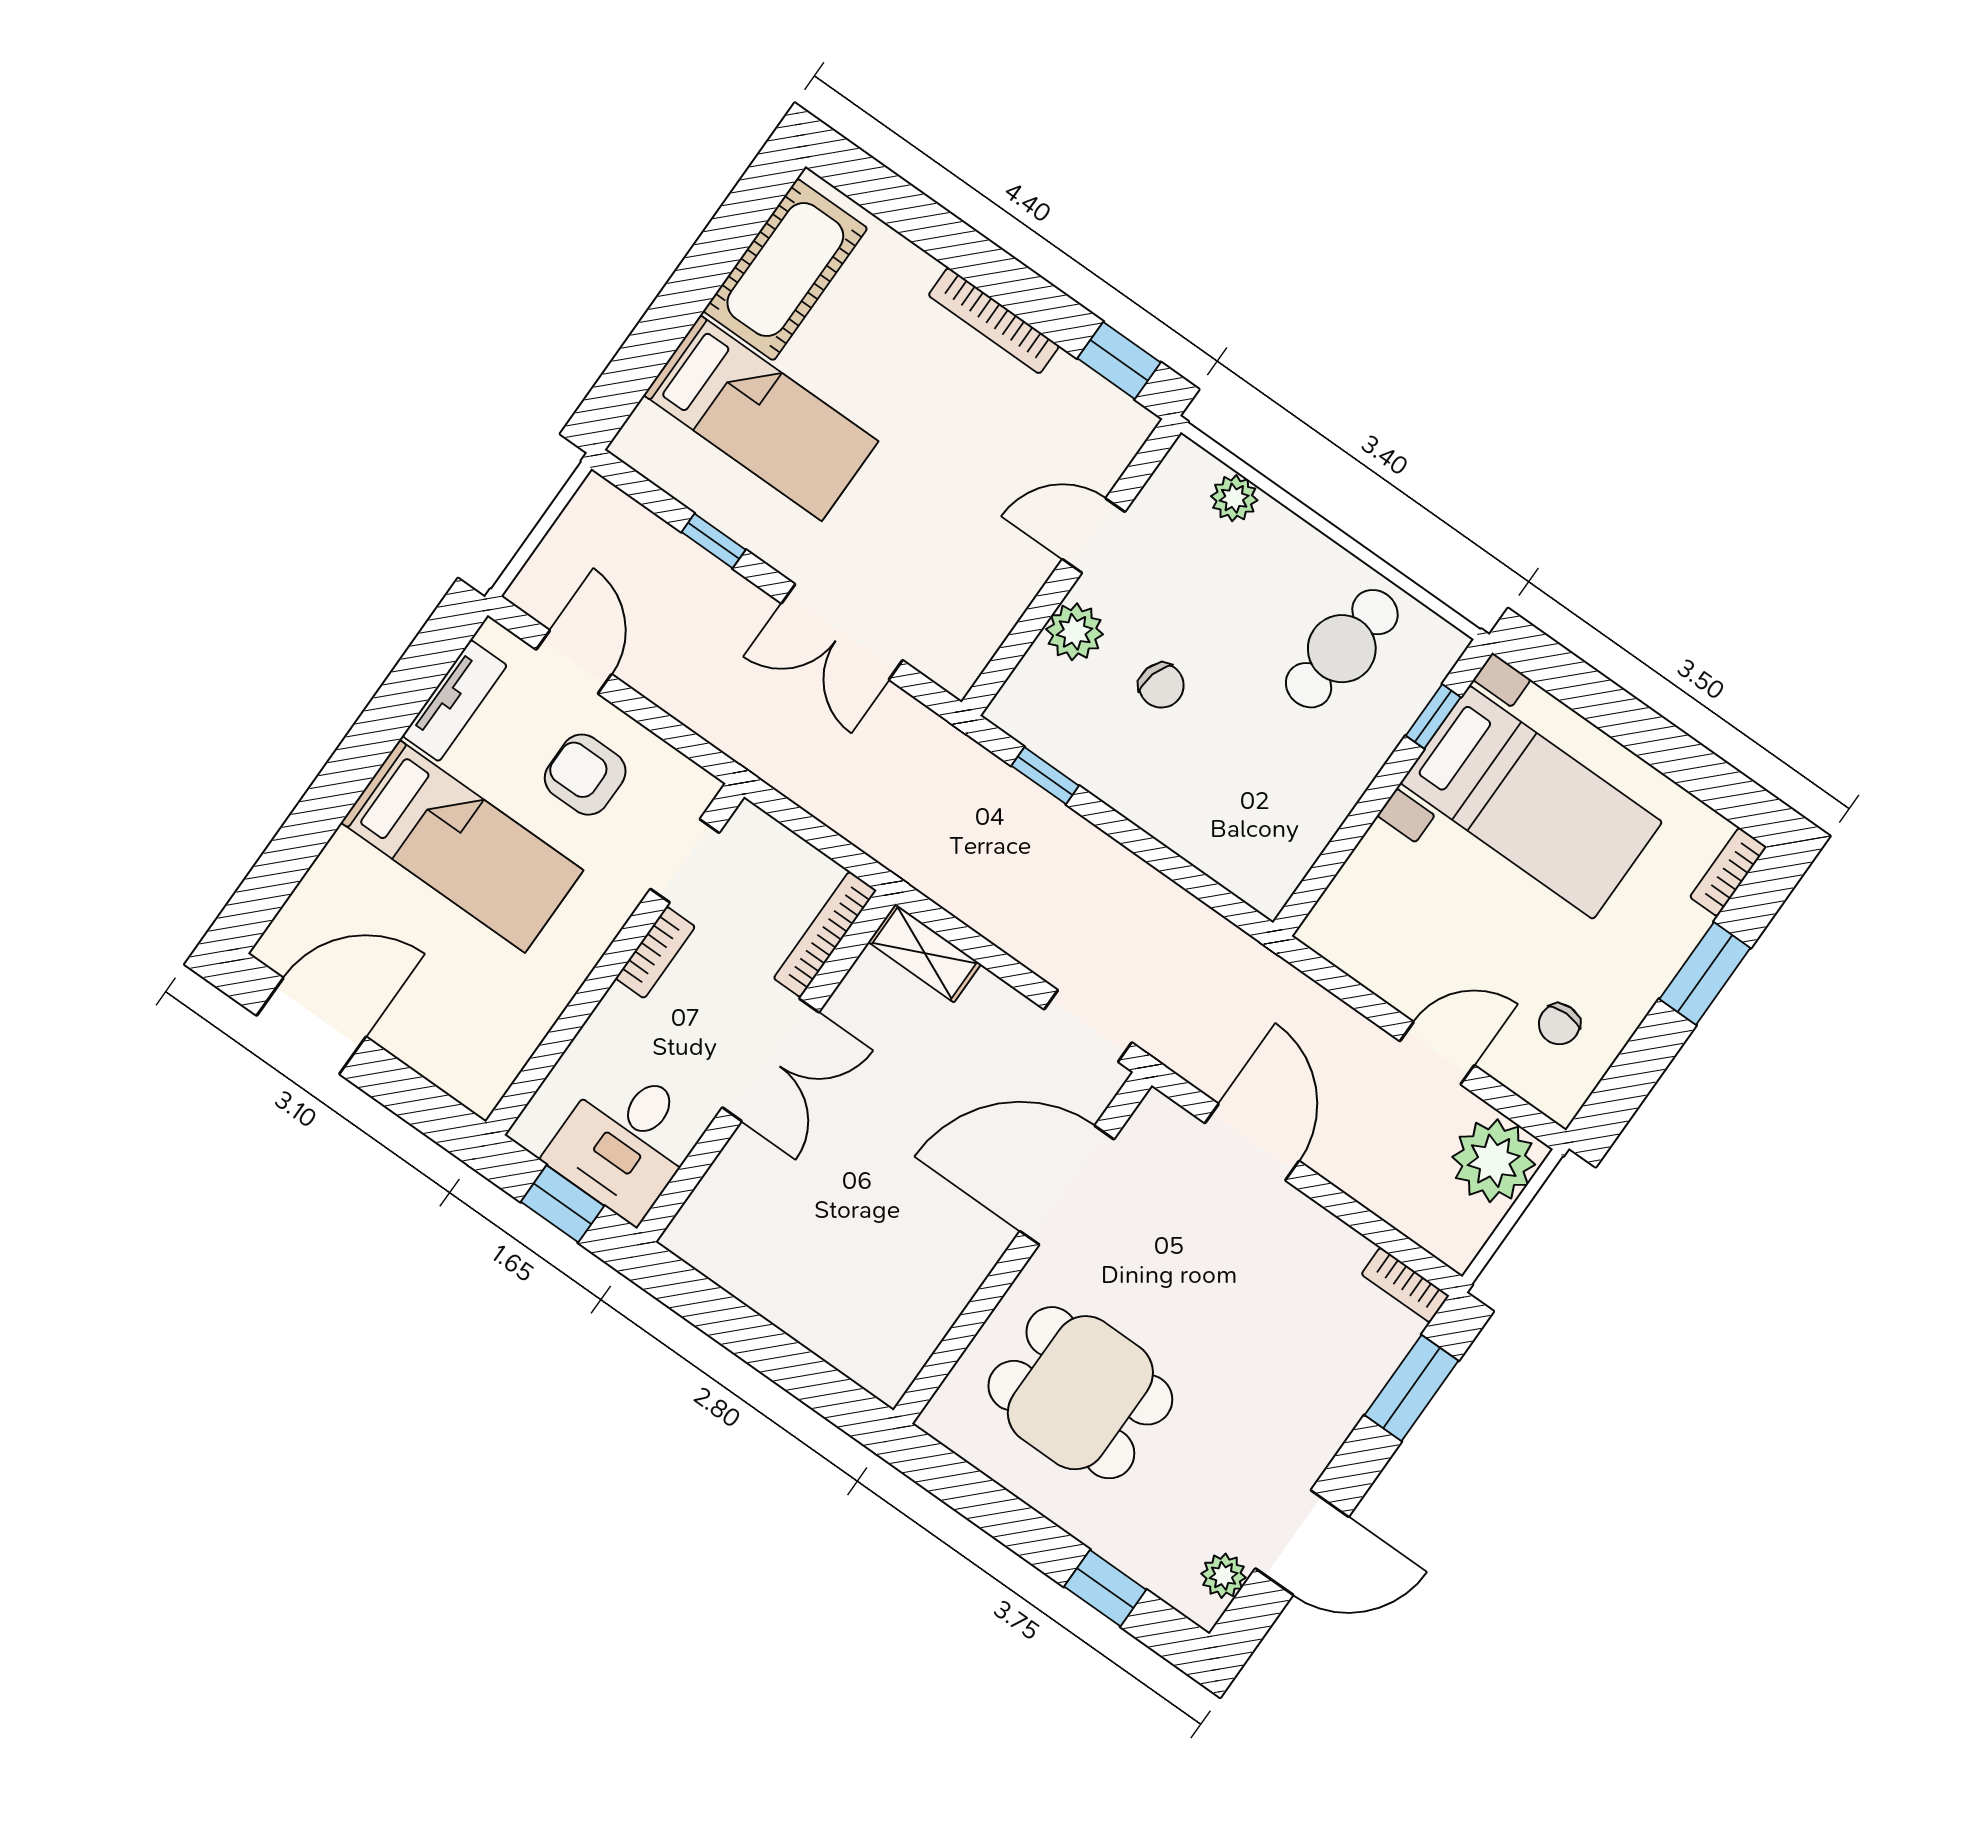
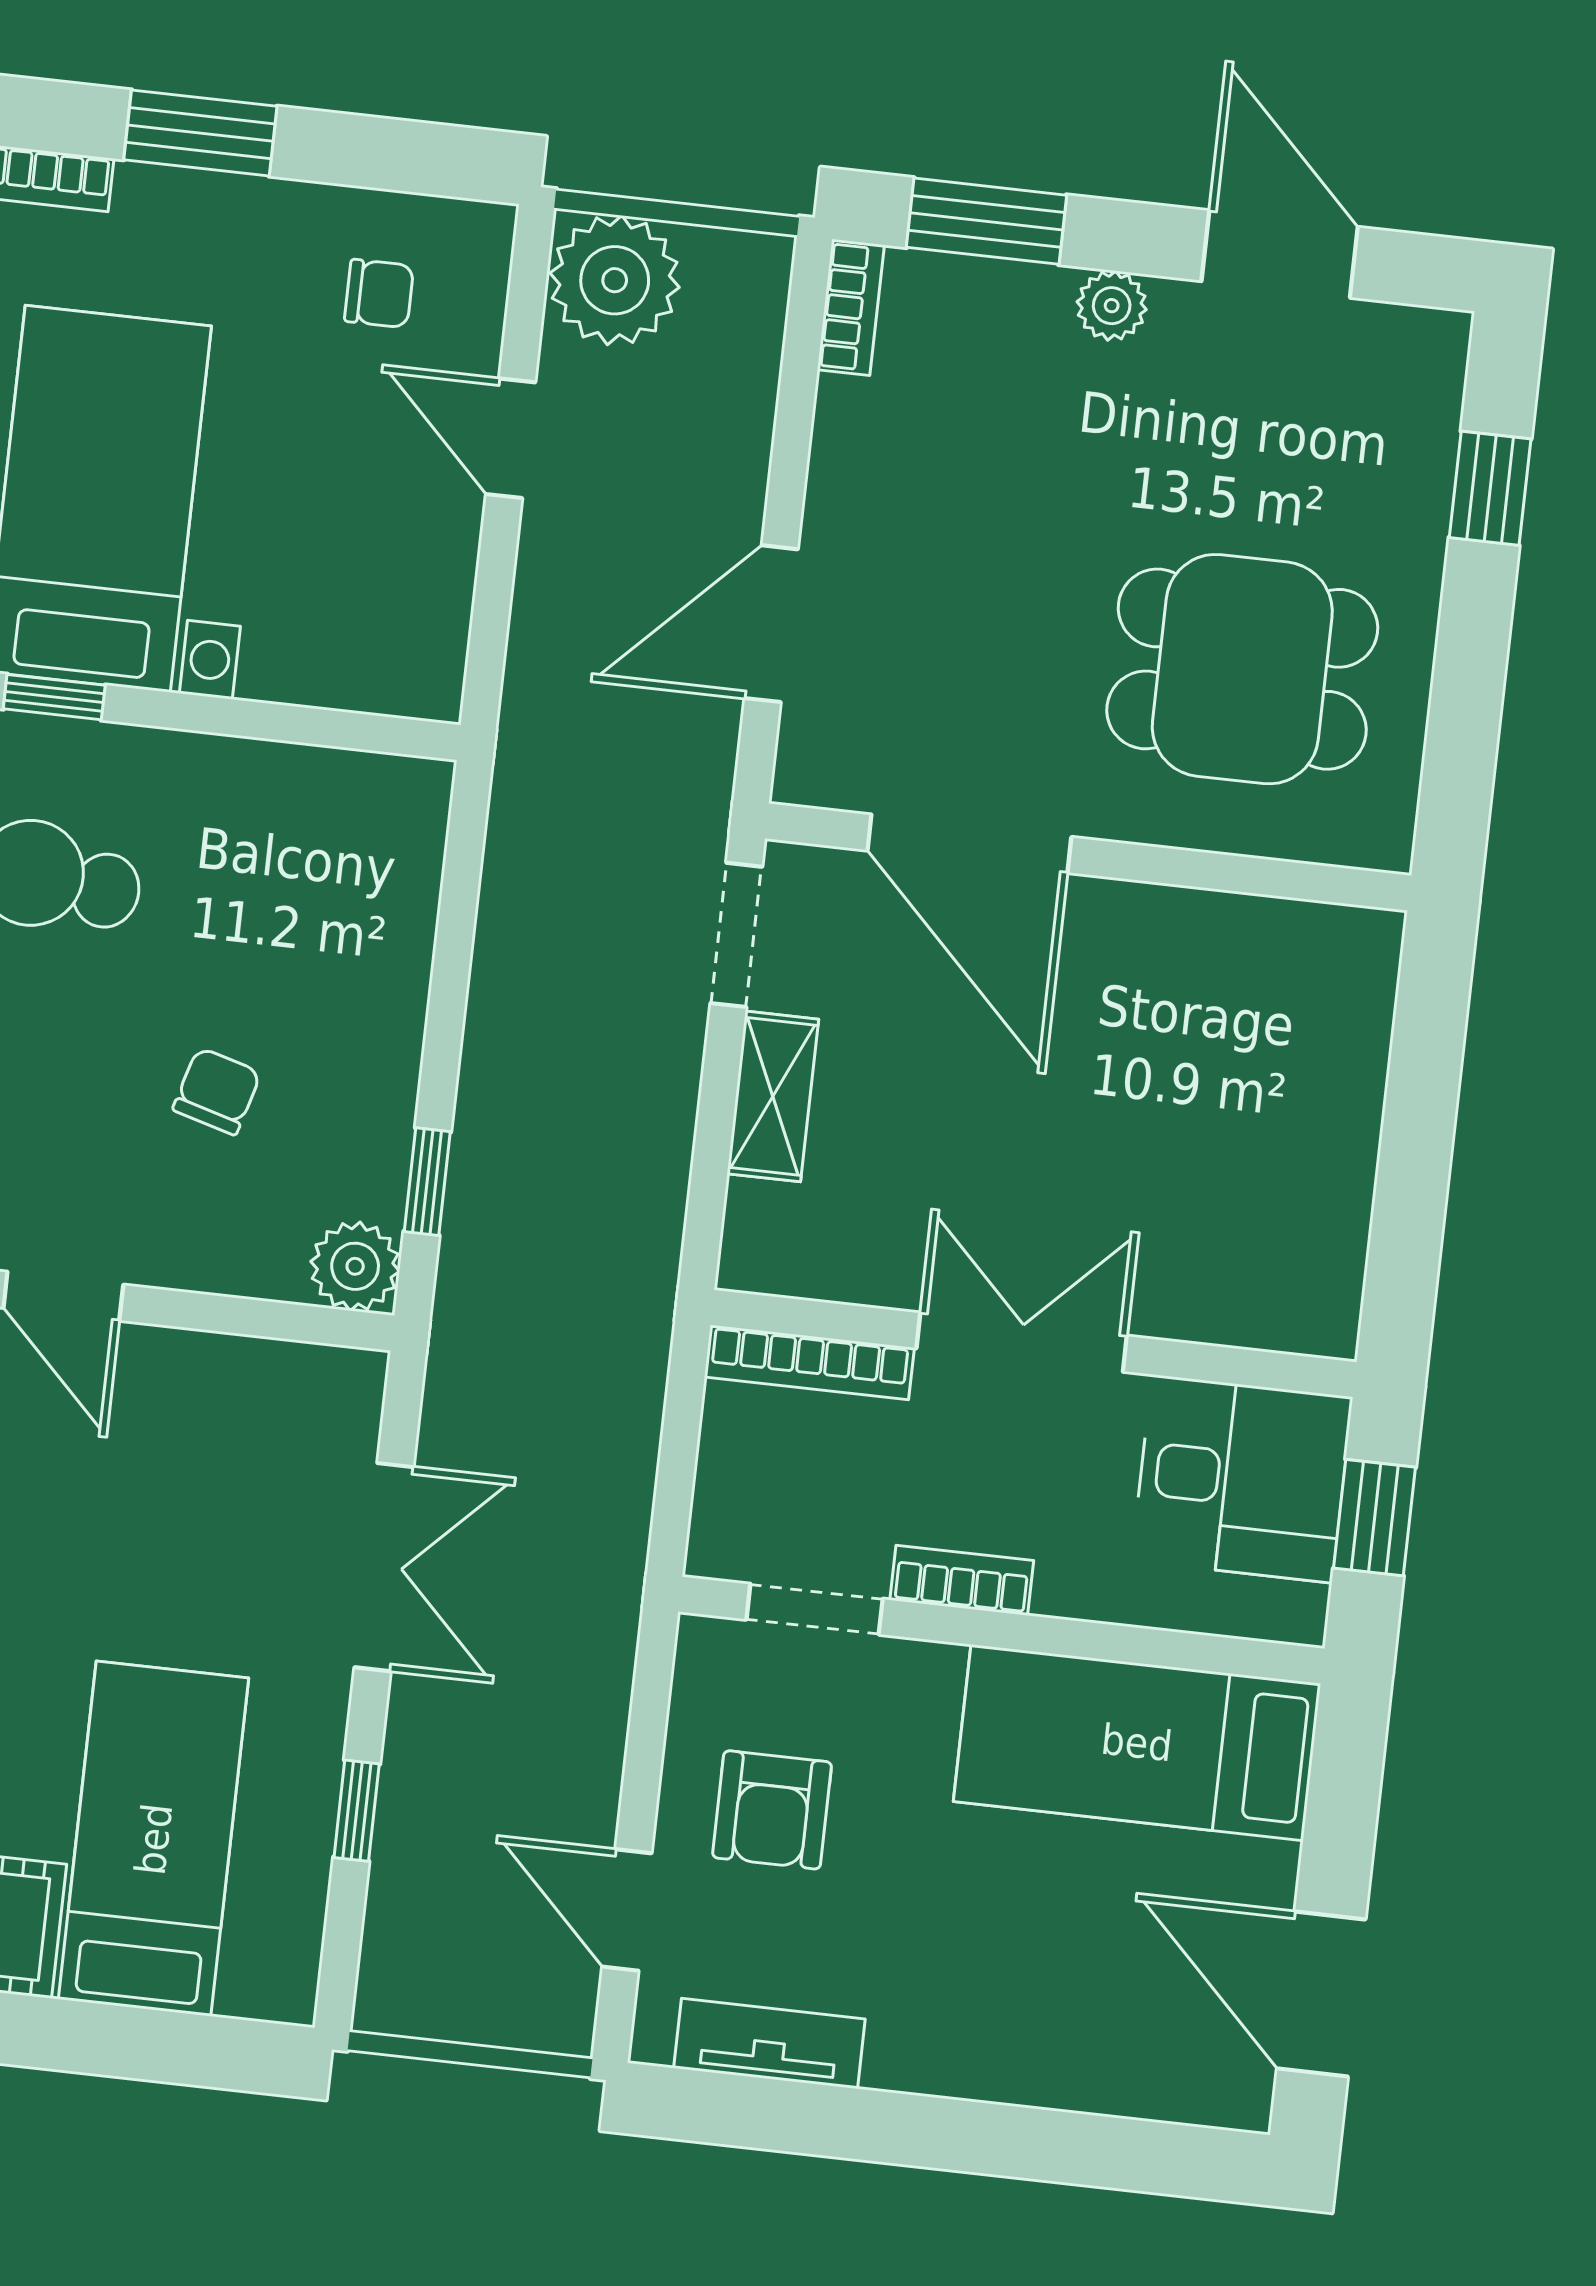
plant: (1075, 632) -> (355, 1266), moved
door: (574, 662) -> (627, 1910), hinge flipped
bed: (462, 846) -> (1137, 1743), moved, turned -90
shelving: (925, 953) -> (773, 1096), moved
dining table: (1080, 1393) -> (1242, 669), turned 90
plant: (1224, 1576) -> (1112, 306), moved

